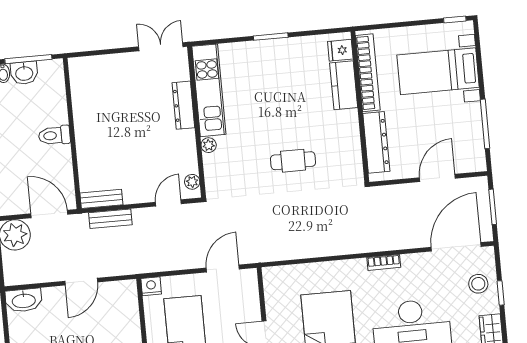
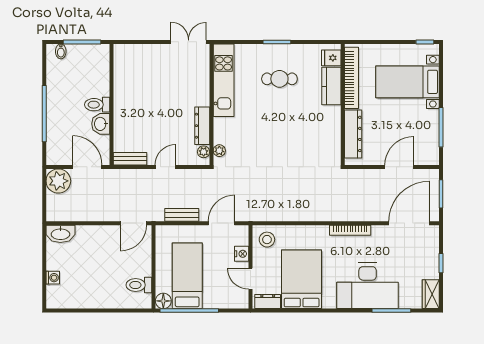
washbasin: (24, 73) -> (101, 124), moved, turned 90
dresser: (183, 105) -> (202, 126), moved
plant: (209, 145) -> (219, 151), moved
cafe table: (293, 161) -> (279, 79), moved
door: (168, 203) -> (165, 167), moved
bench: (110, 219) -> (182, 215), moved
bookcase: (384, 262) -> (350, 230), width x1.56
door: (81, 282) -> (133, 223), moved
stool: (478, 284) -> (267, 240), moved
nightstand: (151, 286) -> (242, 254), moved, turned 90

